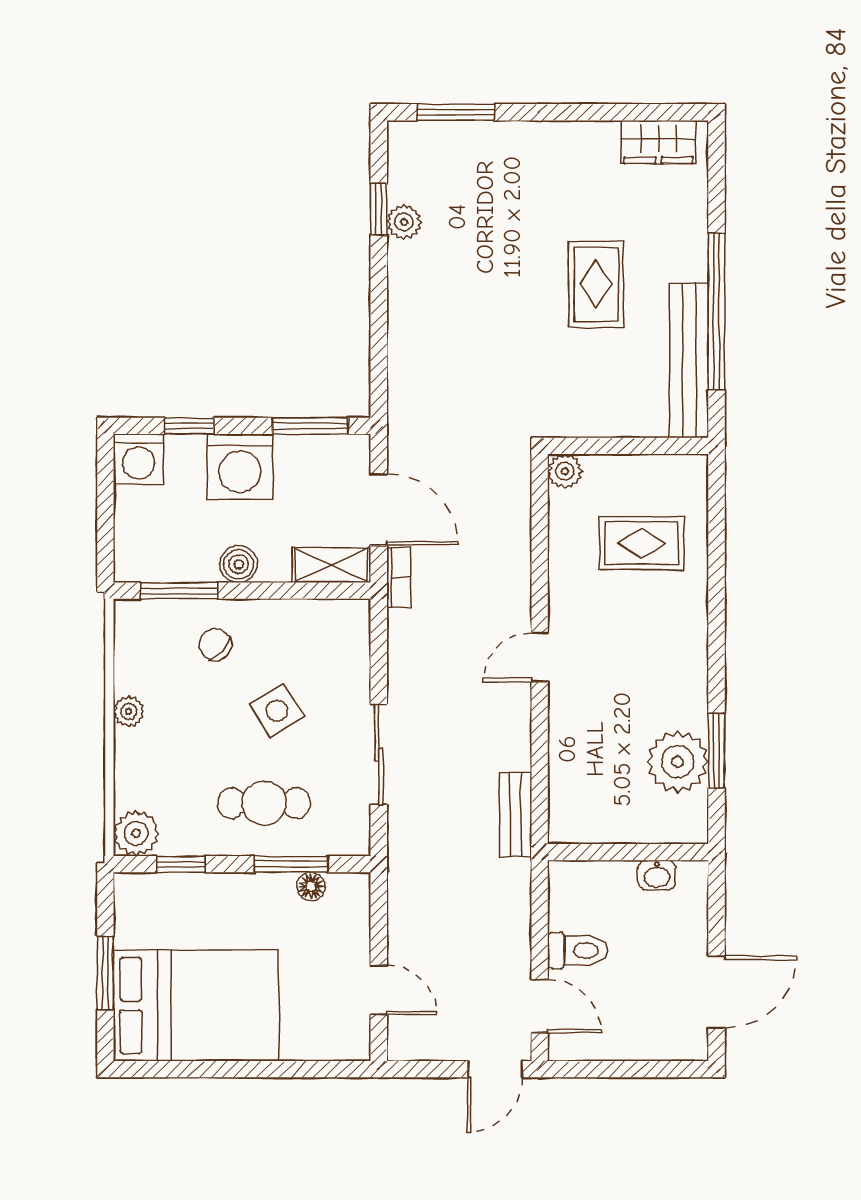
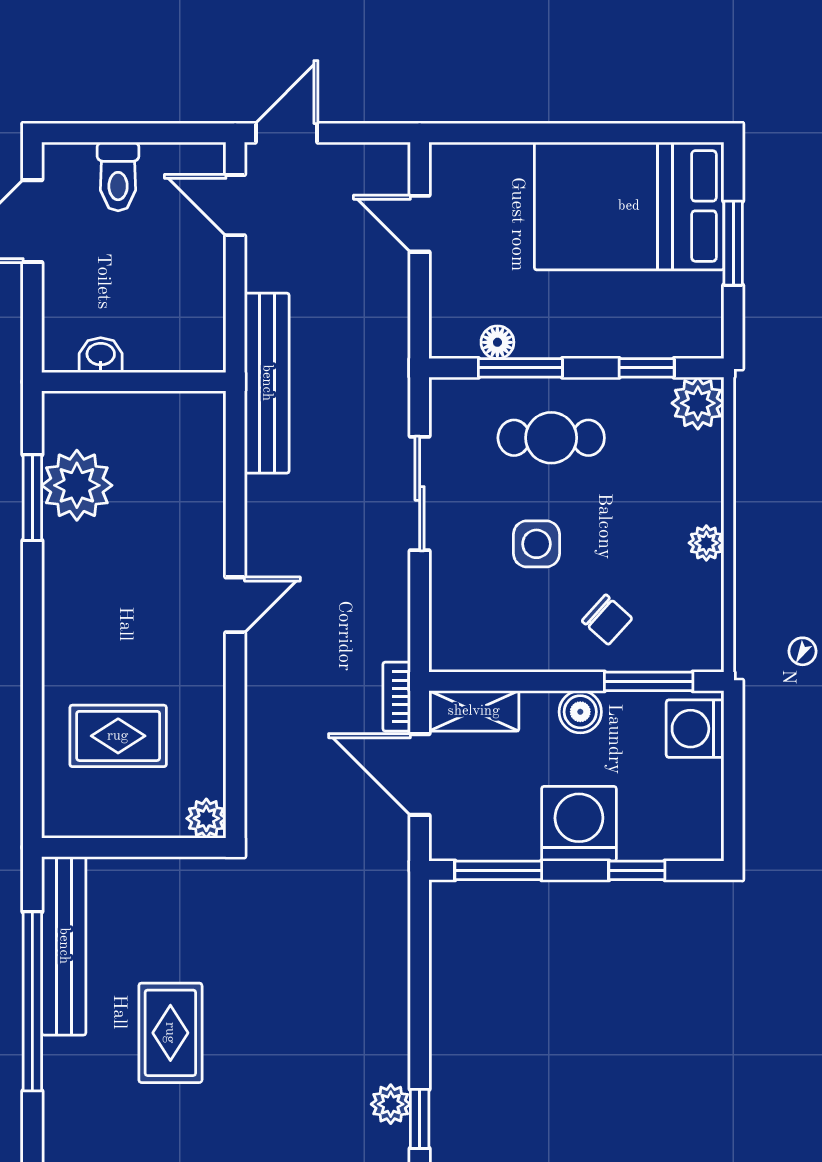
washing machine: (139, 459) -> (695, 729), moved, turned -90
side table: (277, 711) -> (536, 544), turned 32
bench: (515, 814) -> (267, 383), width x1.86, depth x1.21
toilet: (578, 950) -> (118, 176), moved, turned -90

